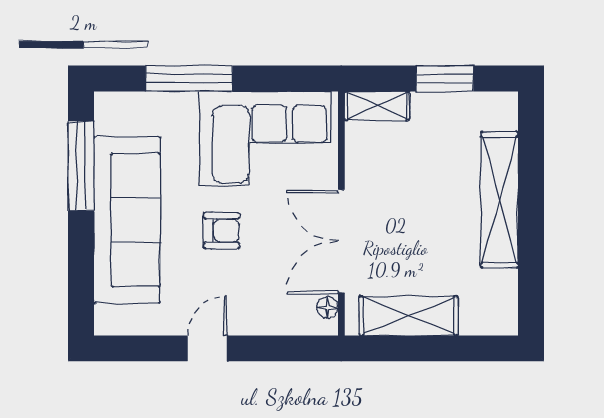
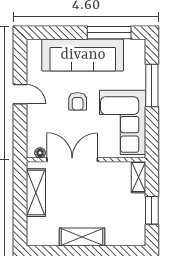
shelving: (499, 200) -> (82, 237), width x0.68

